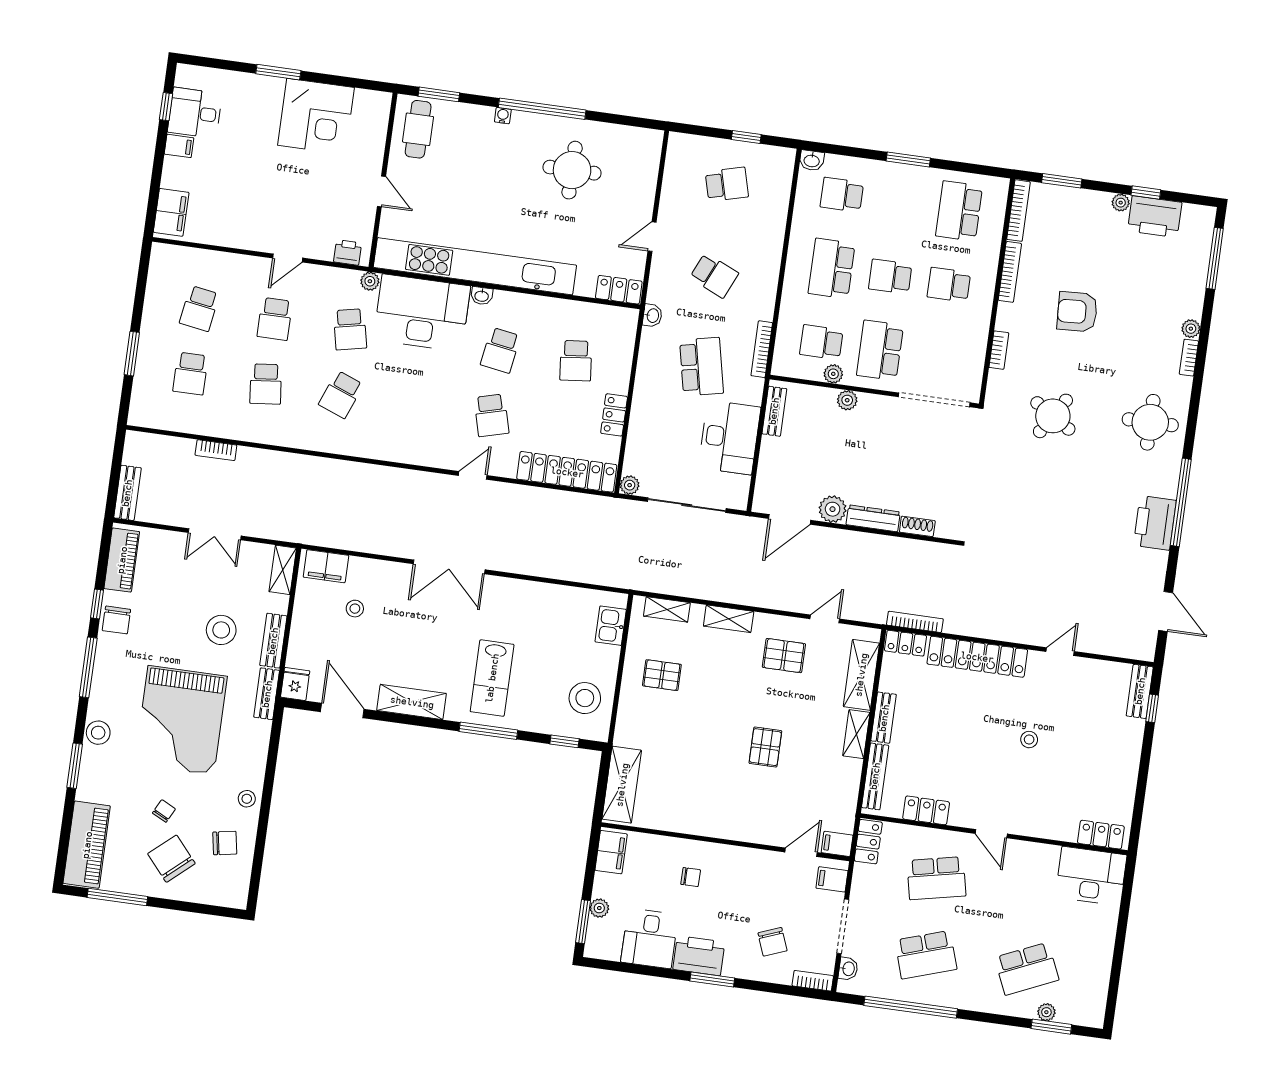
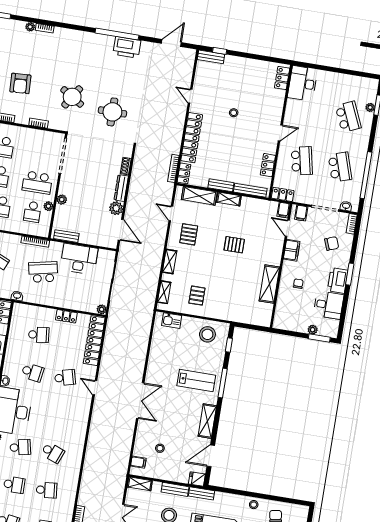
round table: (1150, 422) -> (112, 112), moved
filing cabinet: (326, 566) -> (138, 462), width x0.50
shelving: (622, 785) -> (269, 284), moved, turned 90
filing cabinet: (611, 852) -> (292, 250), moved, turned 90

